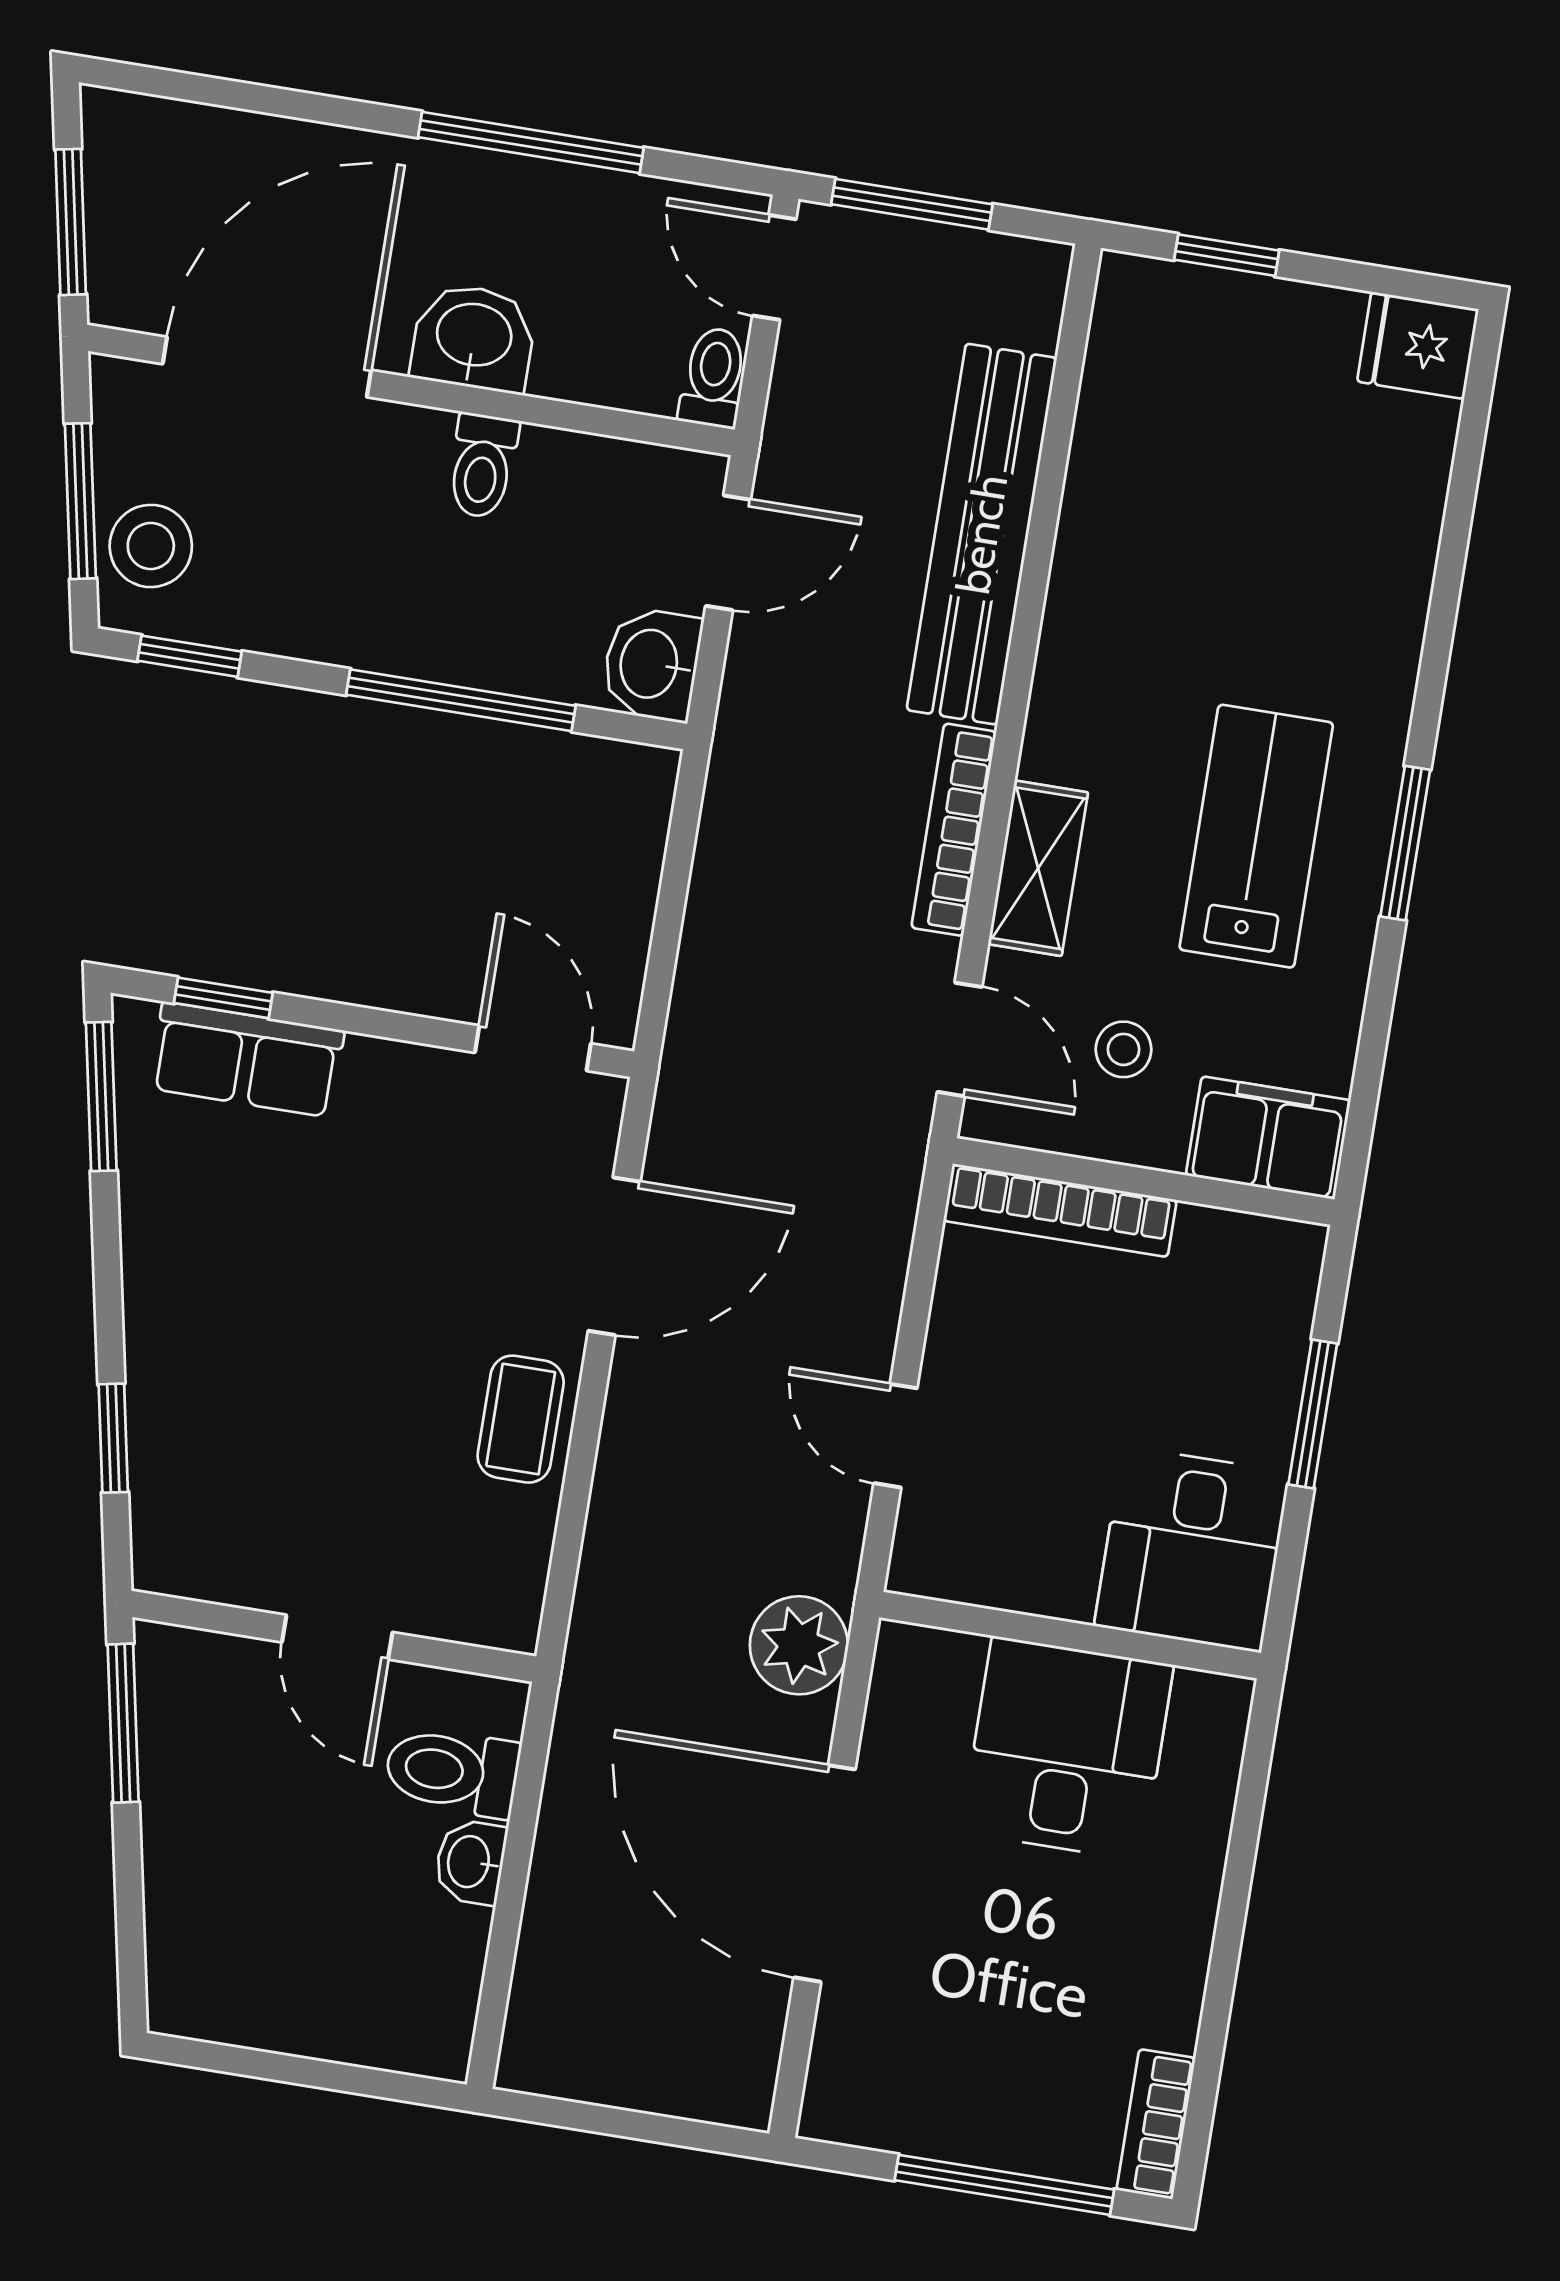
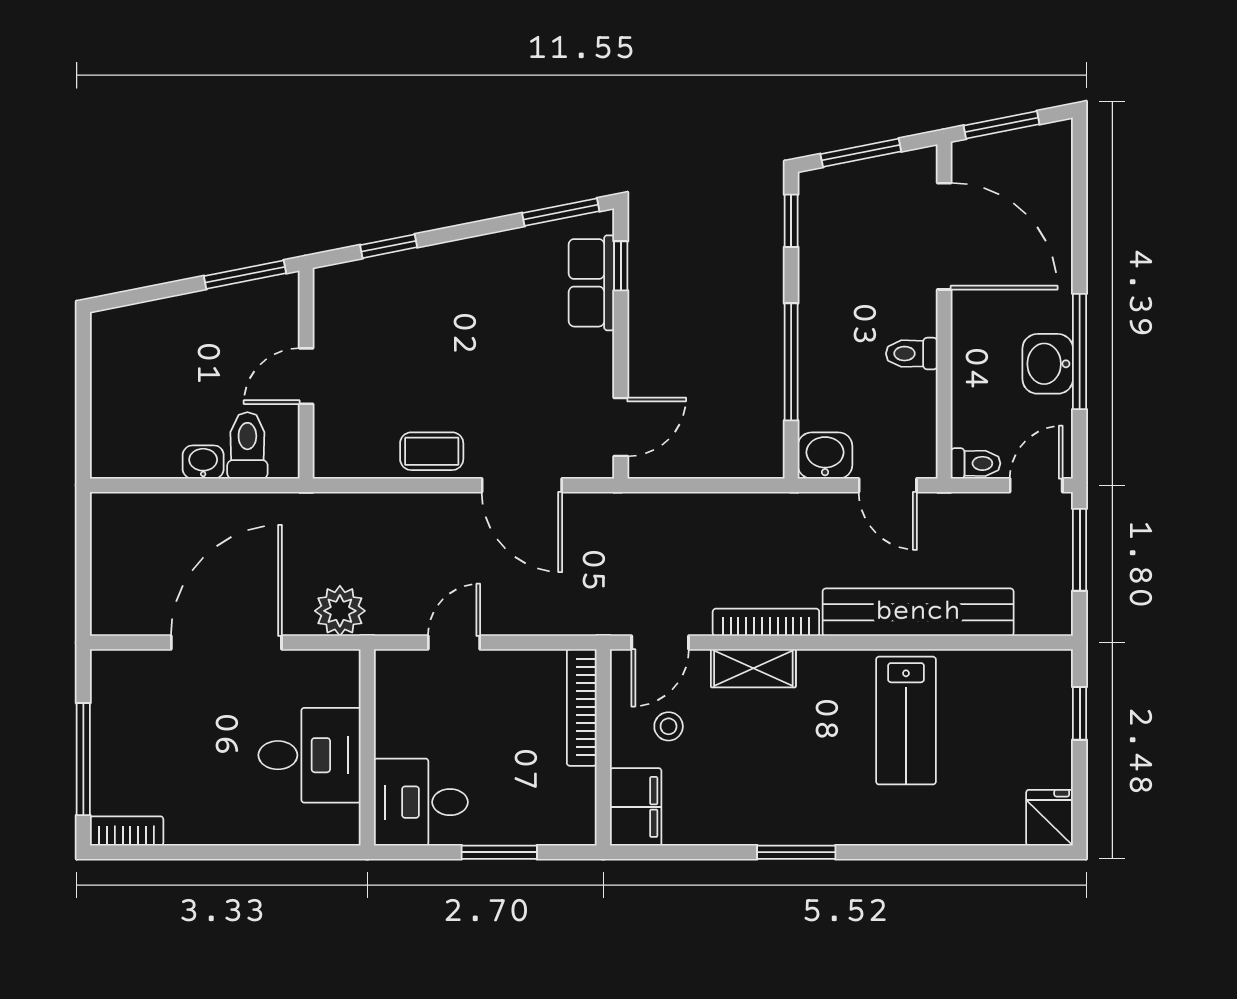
washbasin: (474, 338) -> (1048, 364), moved, turned 180
stool: (151, 546) -> (844, 192), removed
lab bench: (1256, 836) -> (906, 721), moved, turned 90

